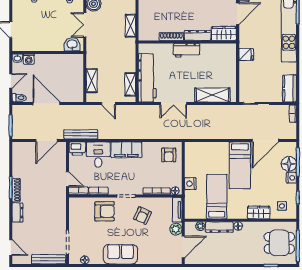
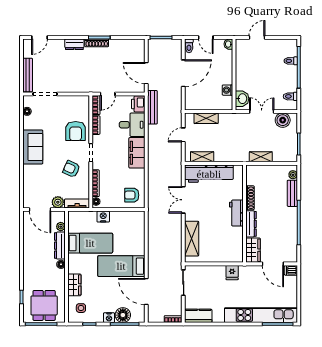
washing machine: (29, 59) -> (227, 90), moved

